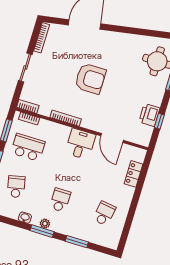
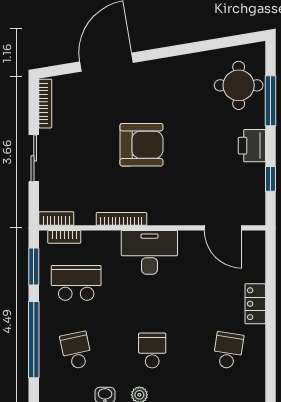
printer: (149, 115) -> (252, 146), moved
door: (112, 138) -> (223, 228), moved
desk: (80, 144) -> (149, 252), width x1.37
locker: (134, 174) -> (255, 304), moved

